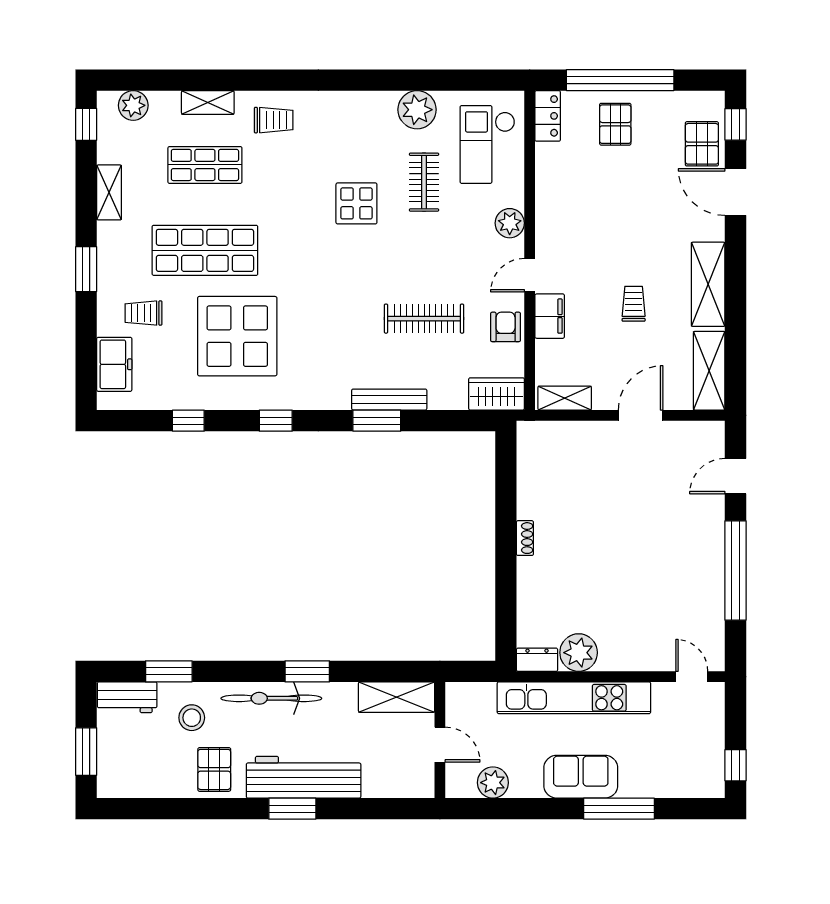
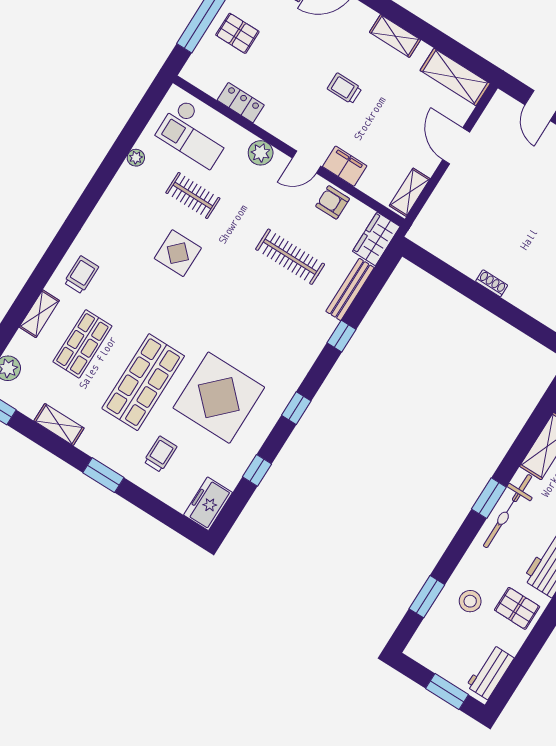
plant: (417, 110) -> (136, 158), width x0.53, depth x0.53
locker: (548, 116) -> (241, 103), moved
door: (530, 275) -> (307, 162), hinge flipped
shelving: (708, 284) -> (395, 36), width x0.67, depth x0.75
trolley: (634, 304) -> (344, 89), moved
trolley: (143, 313) -> (160, 454), turned 180
clothes rail: (424, 319) -> (290, 257), turned 90
freezer: (114, 364) -> (208, 504), moved, turned -90
bench: (389, 400) -> (350, 289), moved
window: (377, 421) -> (342, 336), width x0.67
workbench: (127, 697) -> (490, 672), moved, turned 180
bicycle: (271, 698) -> (508, 511), moved

